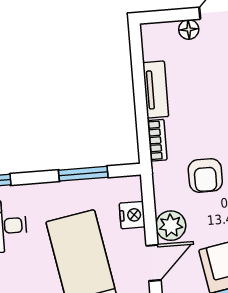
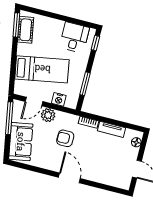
floor lamp: (189, 29) -> (136, 142), moved
door: (154, 263) -> (34, 102), hinge flipped

